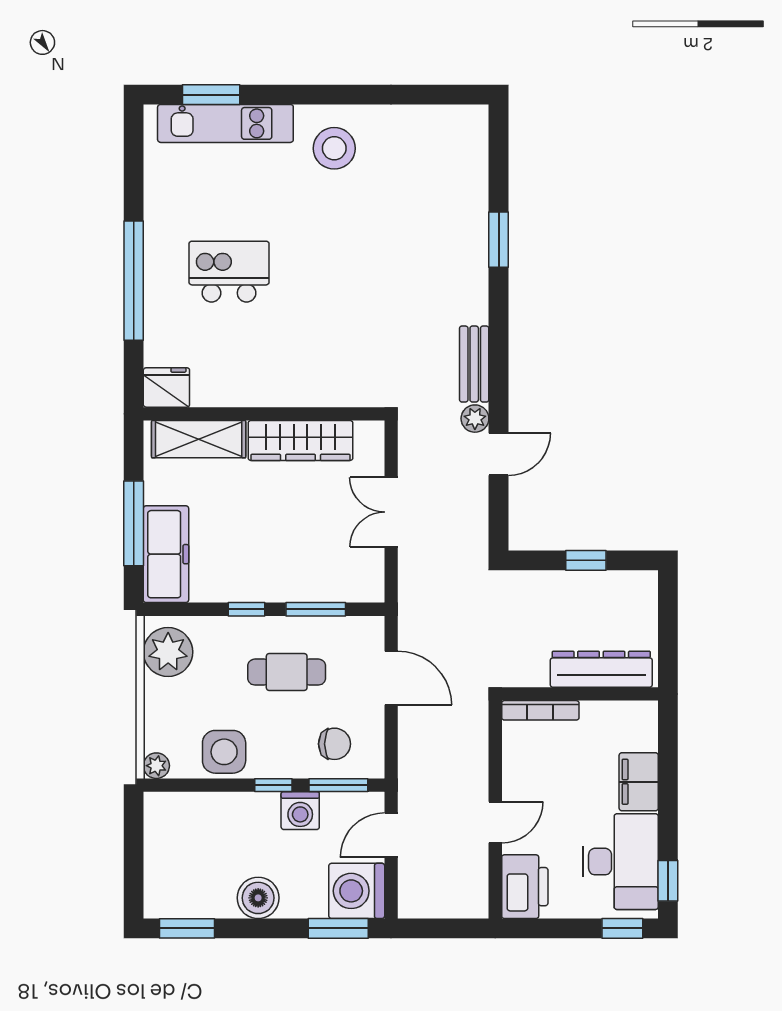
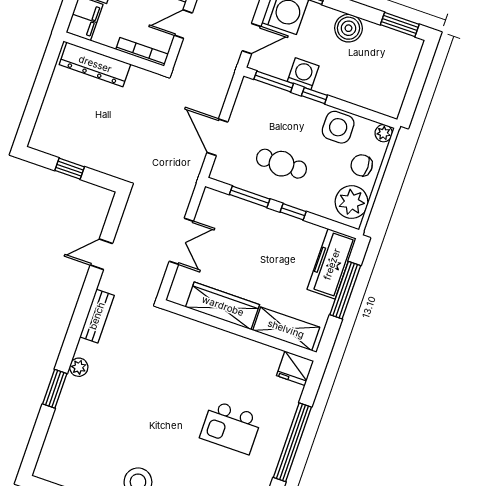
plant: (475, 419) -> (79, 367), moved
dresser: (601, 669) -> (95, 64), moved
wall: (580, 694) -> (114, 54), moved
bookcase: (540, 710) -> (142, 52), moved
chair: (334, 744) -> (362, 165), moved

